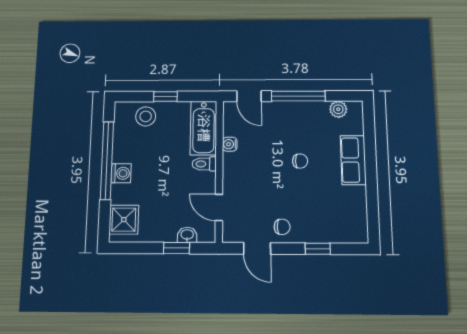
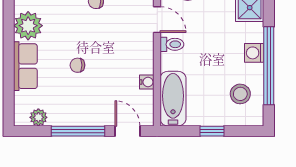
stool: (146, 116) -> (240, 94), moved
toilet: (204, 164) -> (172, 44), moved
plant: (352, 201) -> (28, 26), added

